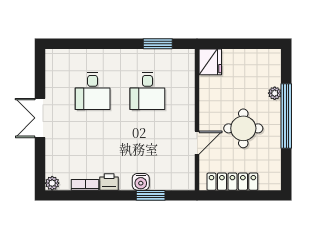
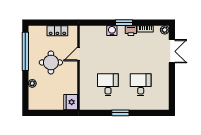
window: (158, 44) -> (120, 113), moved
window: (286, 116) -> (25, 51), moved
double door: (40, 118) -> (172, 51), moved
locker: (232, 182) -> (57, 31), width x0.66
window: (151, 195) -> (124, 23), moved

